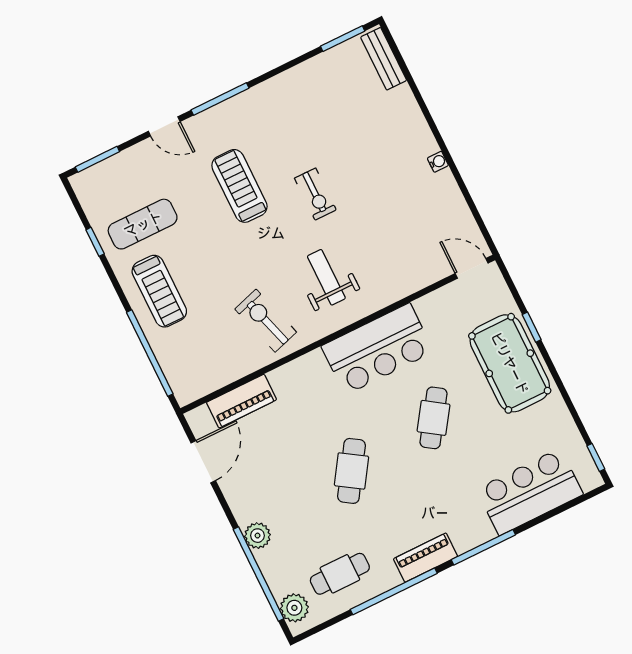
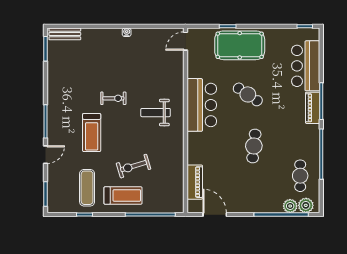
treadmill: (239, 186) -> (92, 133), turned -90
exercise bike: (266, 321) -> (134, 166), moved
cafe table: (351, 471) -> (254, 146), turned 63
plant: (258, 536) -> (290, 206), moved
piano: (426, 558) -> (313, 108), moved

